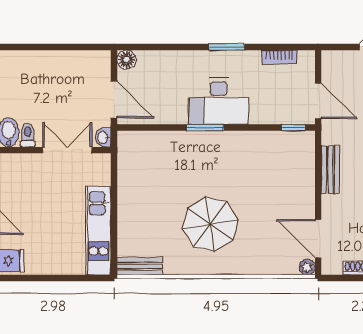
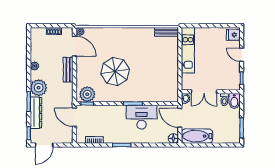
bathtub: (81, 64) -> (197, 136), added
desk: (219, 101) -> (142, 117), moved
plant: (293, 145) -> (87, 94), added
bench: (330, 170) -> (68, 70), moved
parasol: (210, 224) -> (115, 72), moved

